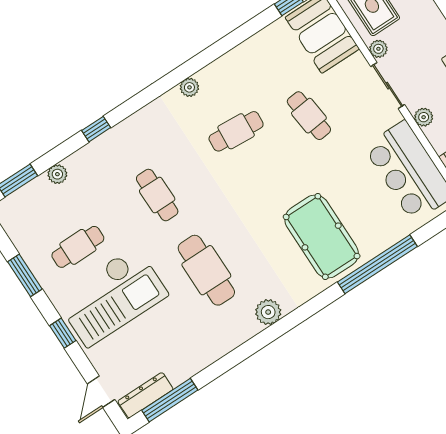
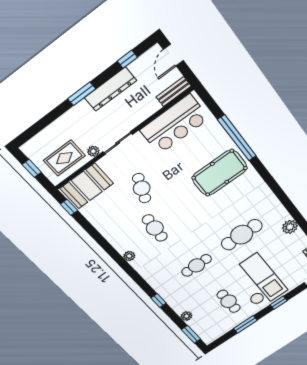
cafe table: (309, 116) -> (142, 188), turned -63
plant: (424, 117) -> (137, 119), removed
plant: (268, 312) -> (290, 227), moved

